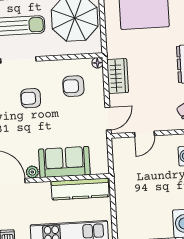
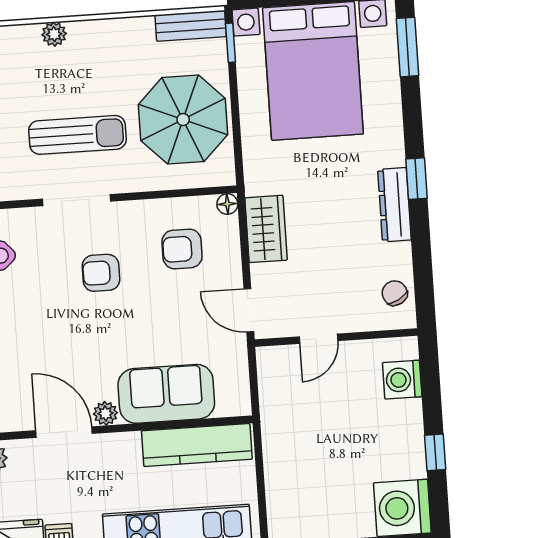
door: (108, 119) -> (249, 310), swing flipped

